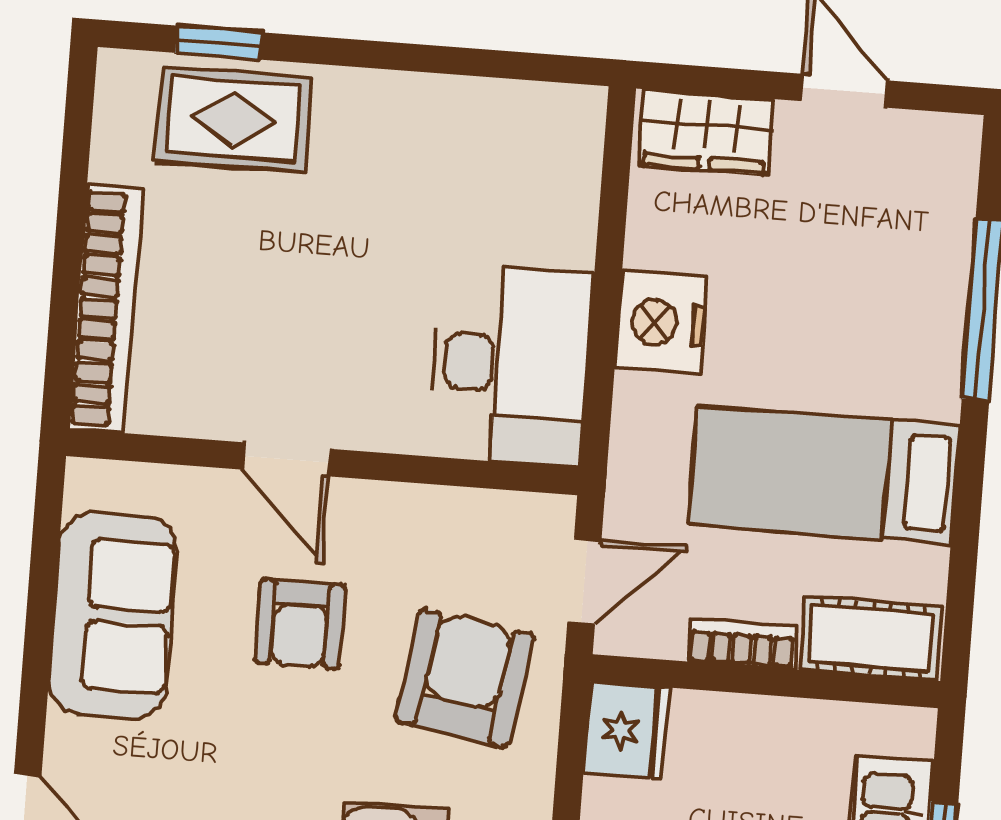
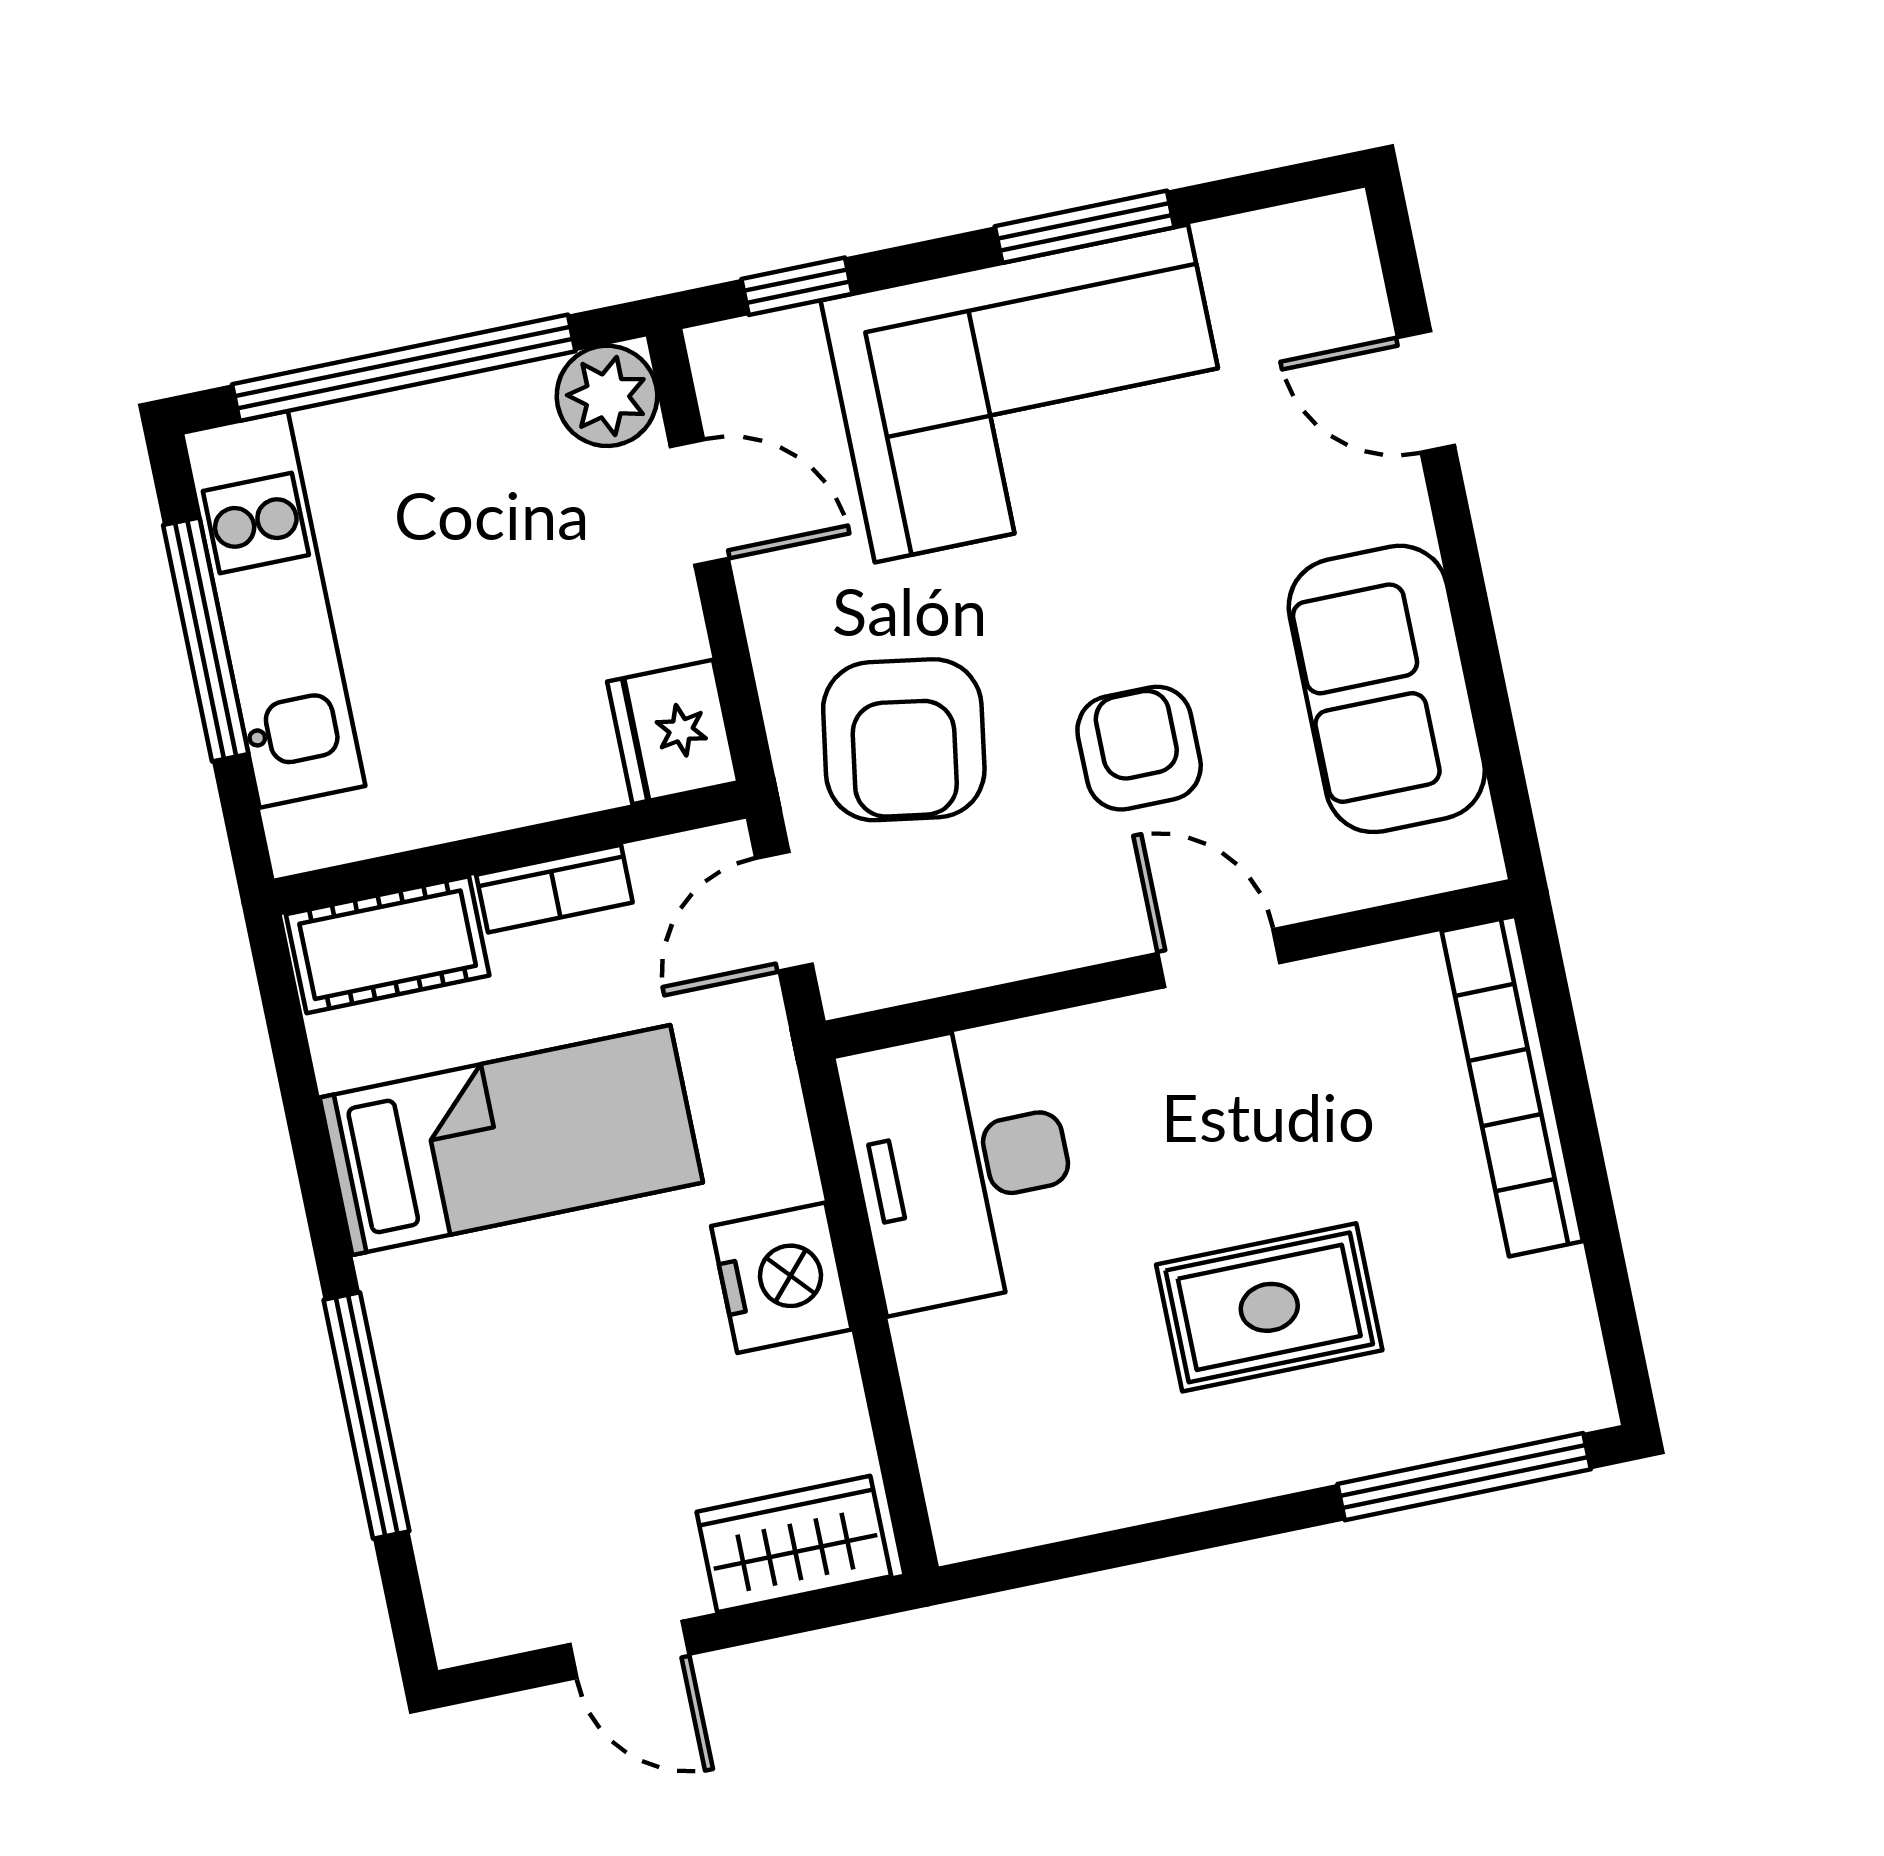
window: (219, 43) -> (1464, 1477), width x2.17
rug: (234, 119) -> (1269, 1307), moved

